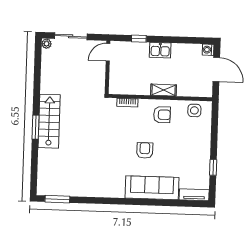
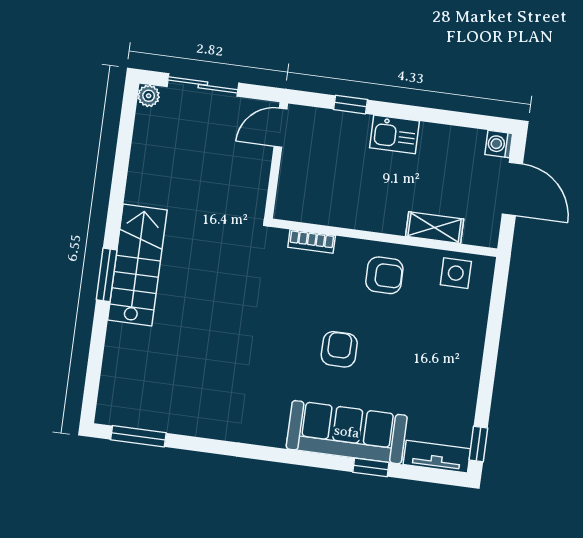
shelving: (164, 90) -> (435, 228), moved
window: (213, 167) -> (478, 444), moved
window: (165, 203) -> (371, 467), added

